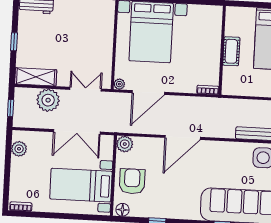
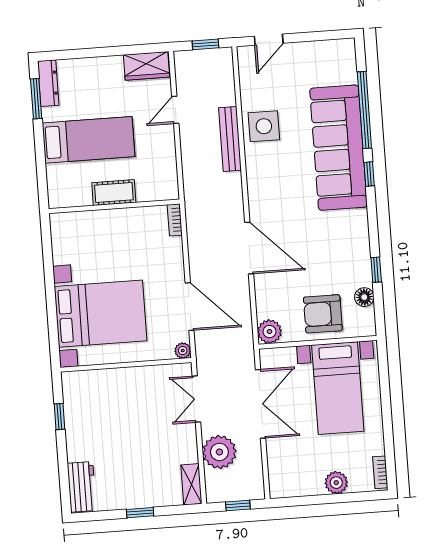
shelving: (36, 77) -> (191, 484), width x0.67, depth x0.75
plant: (19, 149) -> (336, 483), moved
floor lamp: (122, 210) -> (364, 297), moved

